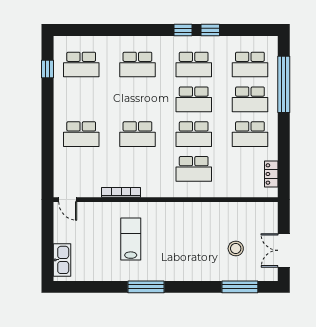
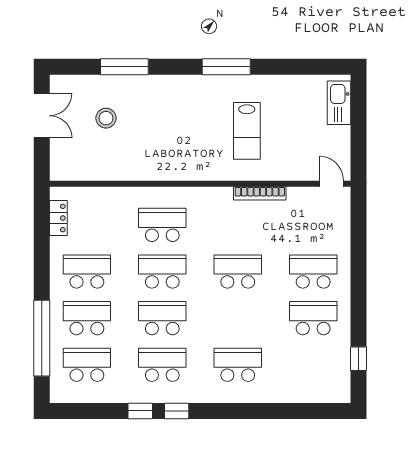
school desk: (81, 65) -> (313, 318), moved
window: (240, 287) -> (124, 67), moved

